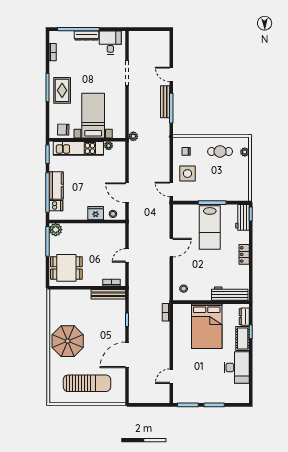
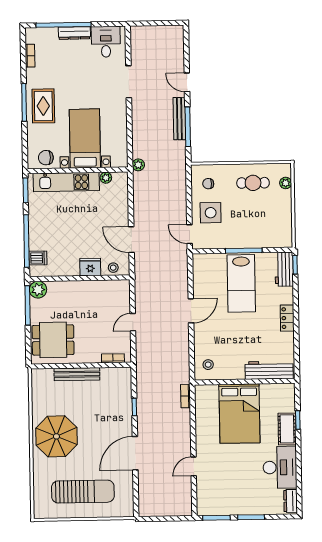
kitchen counter: (56, 186) -> (38, 232), removed
bench: (108, 294) -> (77, 374), moved
dresser: (244, 317) -> (291, 501), moved
door: (171, 376) -> (194, 466), moved

